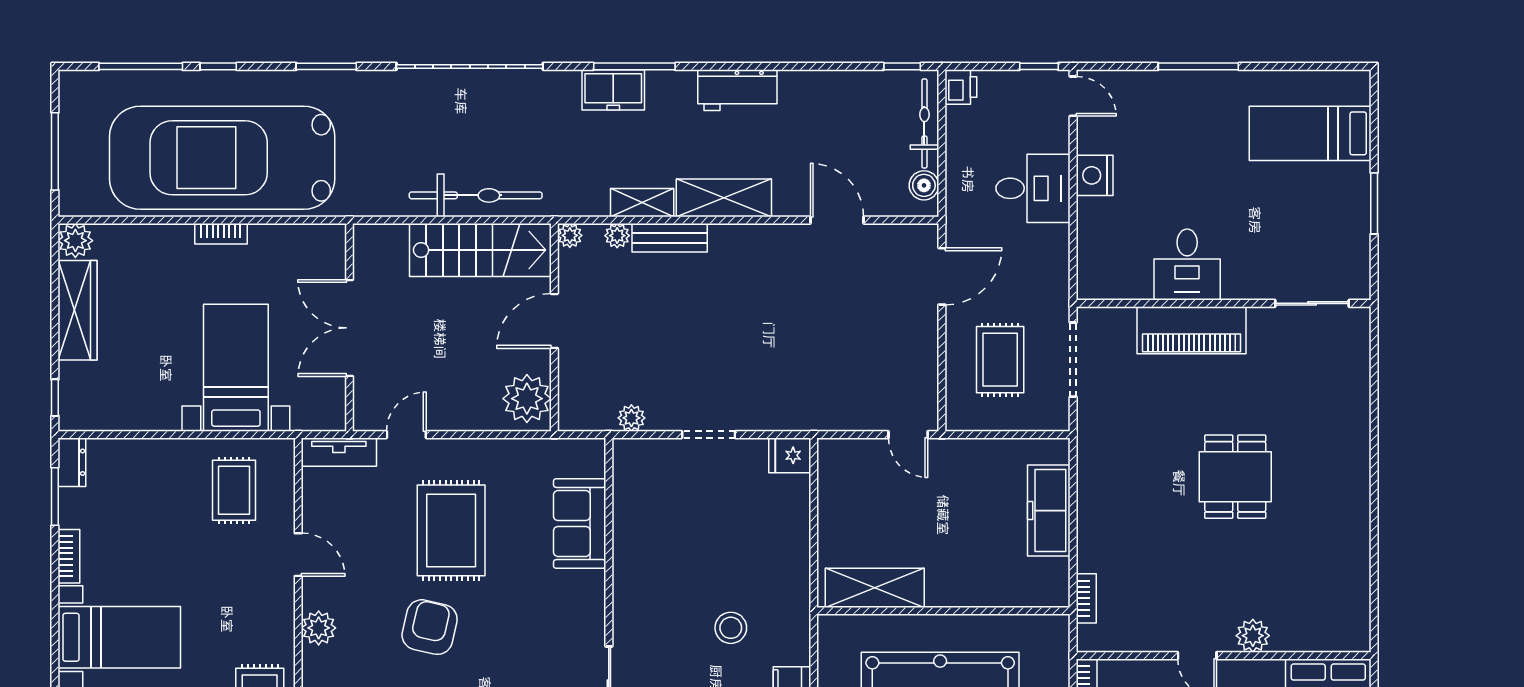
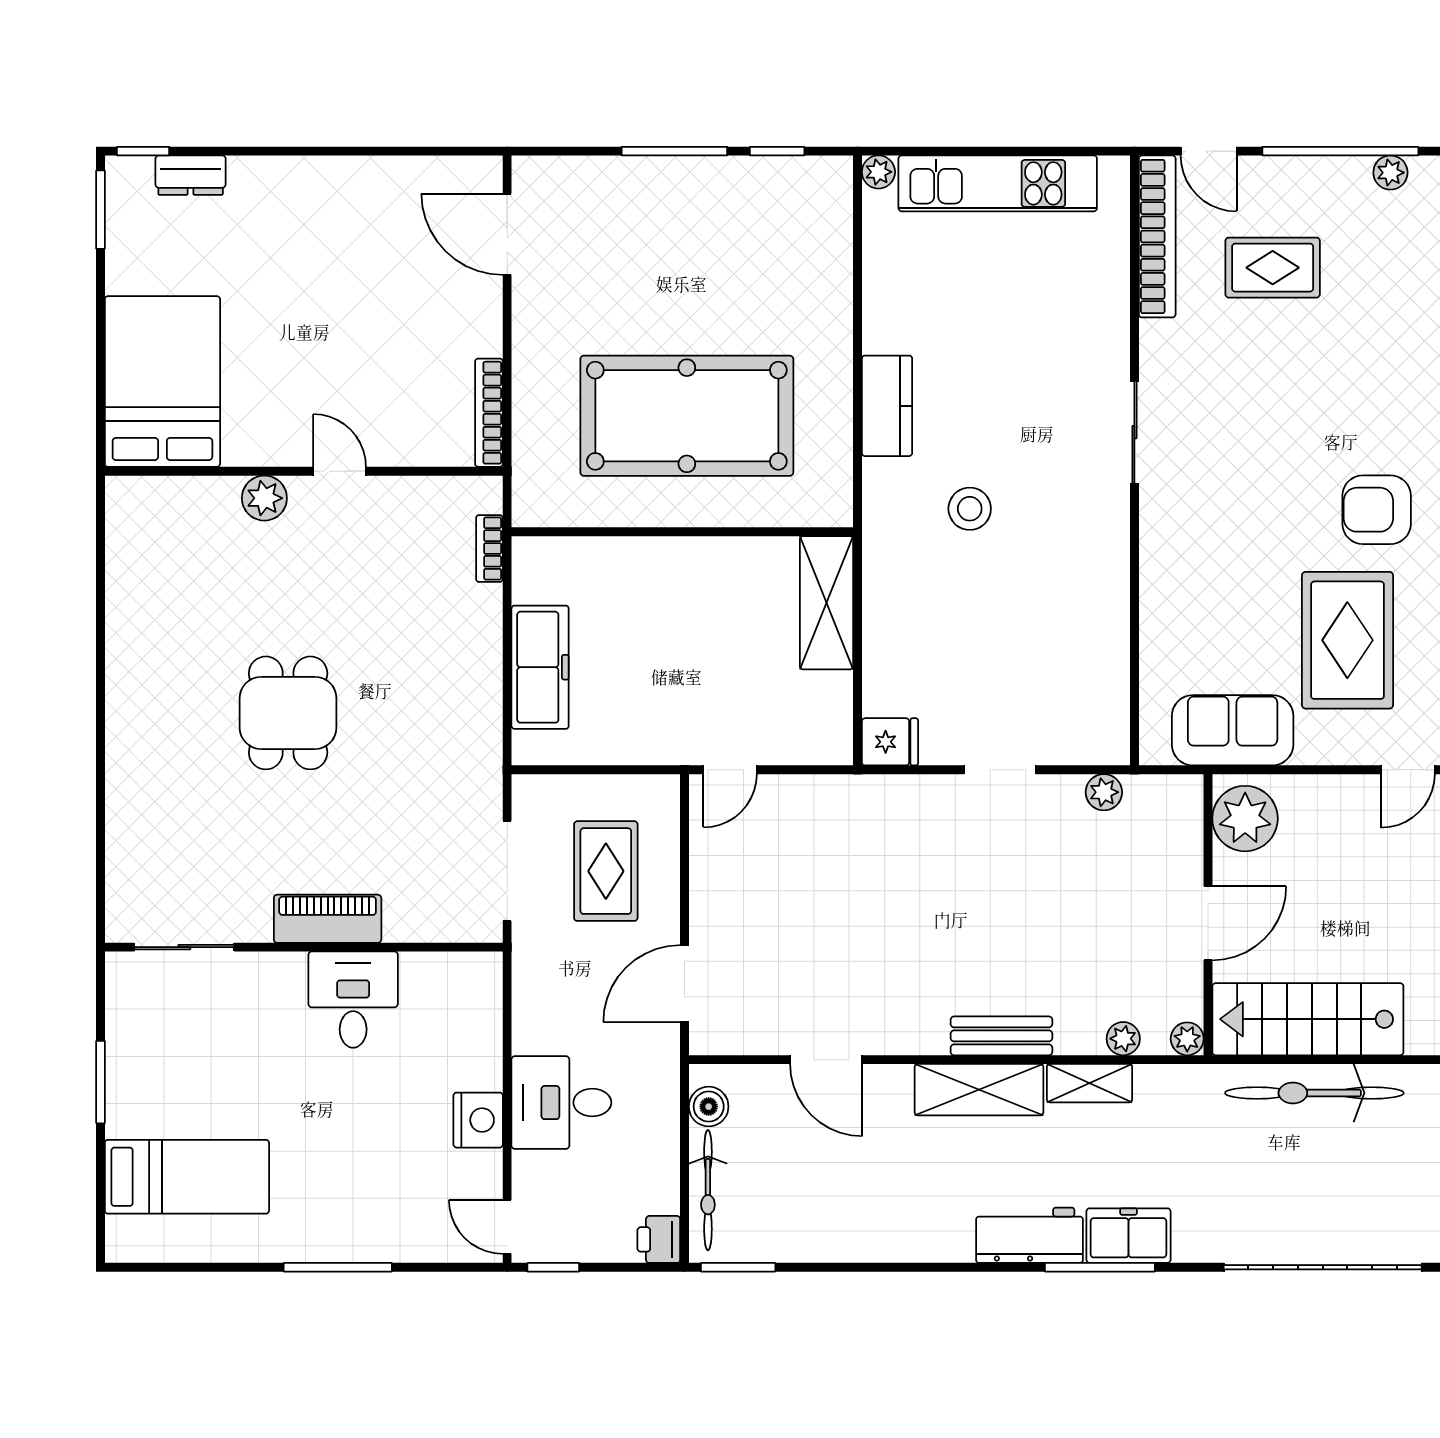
window: (902, 66) -> (738, 1267), width x1.50
workbench: (737, 90) -> (1029, 1235), moved
bench: (670, 238) -> (1001, 1036), moved
piano: (1191, 330) -> (328, 919), width x0.73, depth x0.75
door: (908, 435) -> (730, 770), swing flipped
sofa: (580, 523) -> (1233, 730), moved, turned -90
shelving: (875, 588) -> (827, 603), moved, turned 90
armchair: (430, 627) -> (1377, 510), turned 77

